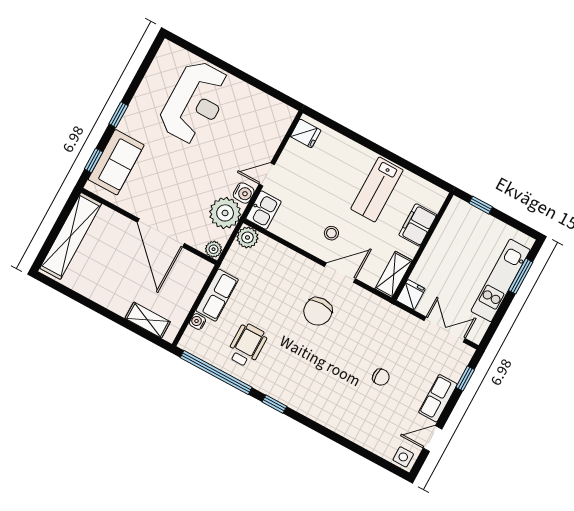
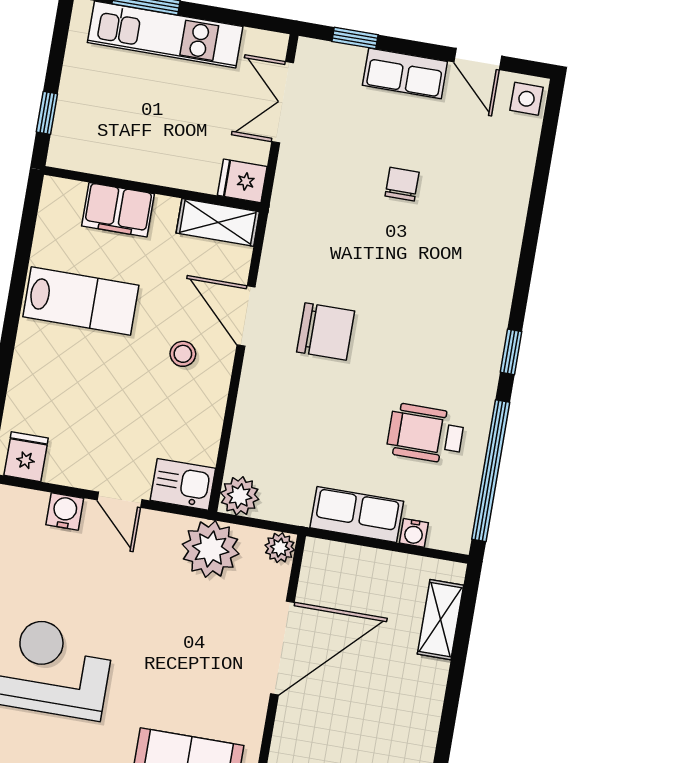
water cooler: (244, 193) -> (65, 511), moved

